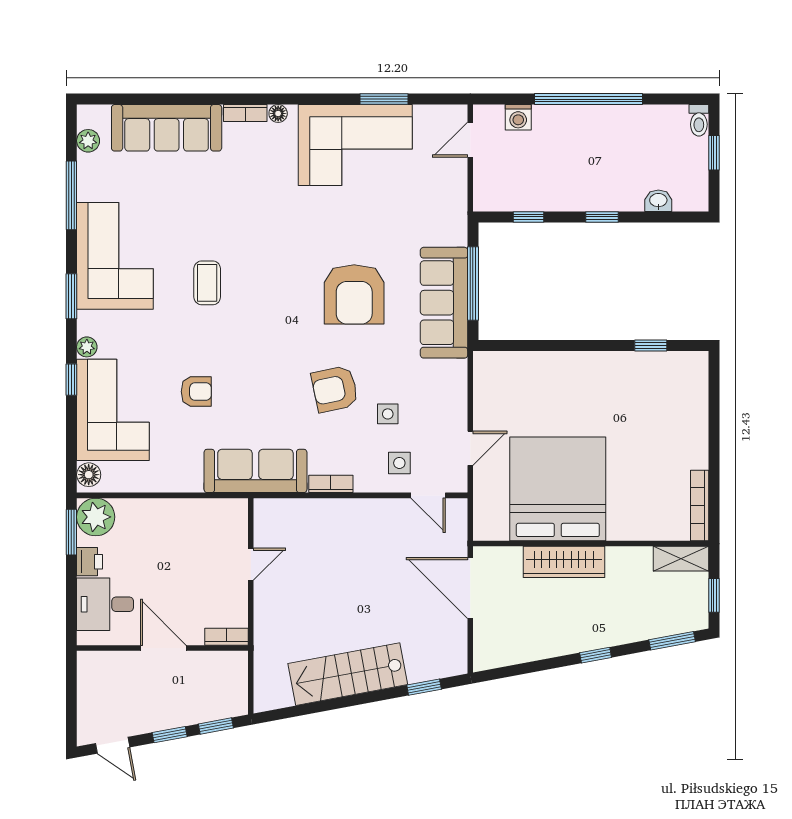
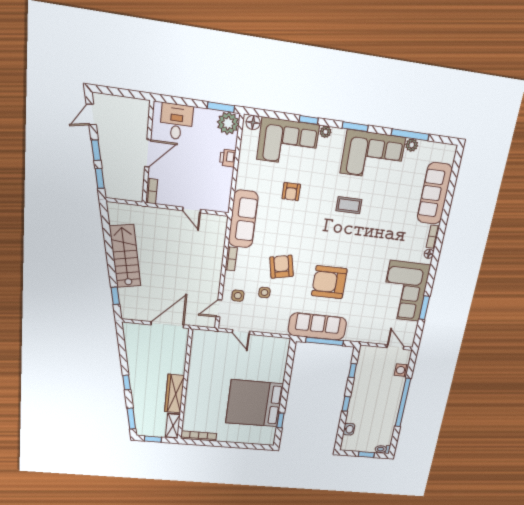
plant: (88, 141) -> (412, 145), moved
bed: (558, 489) -> (254, 403), moved, turned 180
printer: (90, 562) -> (228, 158), moved, turned 90
wardrobe: (564, 562) -> (174, 394), moved

